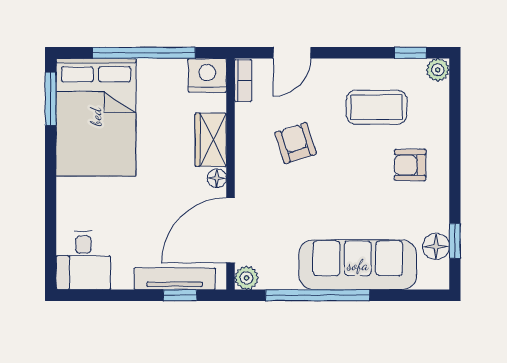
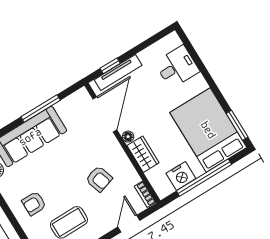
nightstand: (207, 75) -> (181, 176), moved
armchair: (410, 165) -> (34, 203), turned 180
desk: (83, 260) -> (177, 67), moved, turned 90
plant: (246, 278) -> (82, 95), removed
window: (317, 295) -> (41, 108), width x0.68

